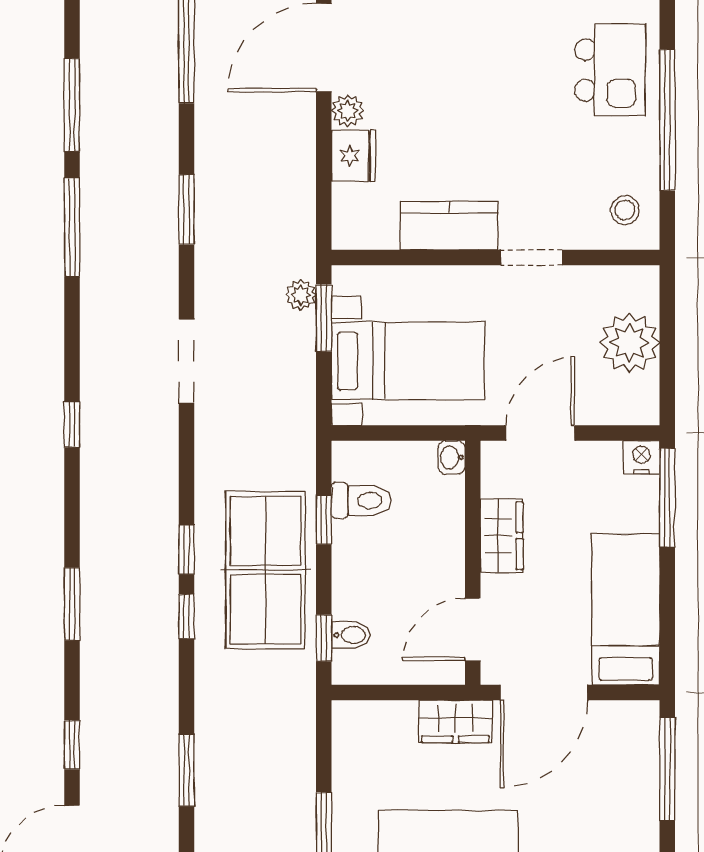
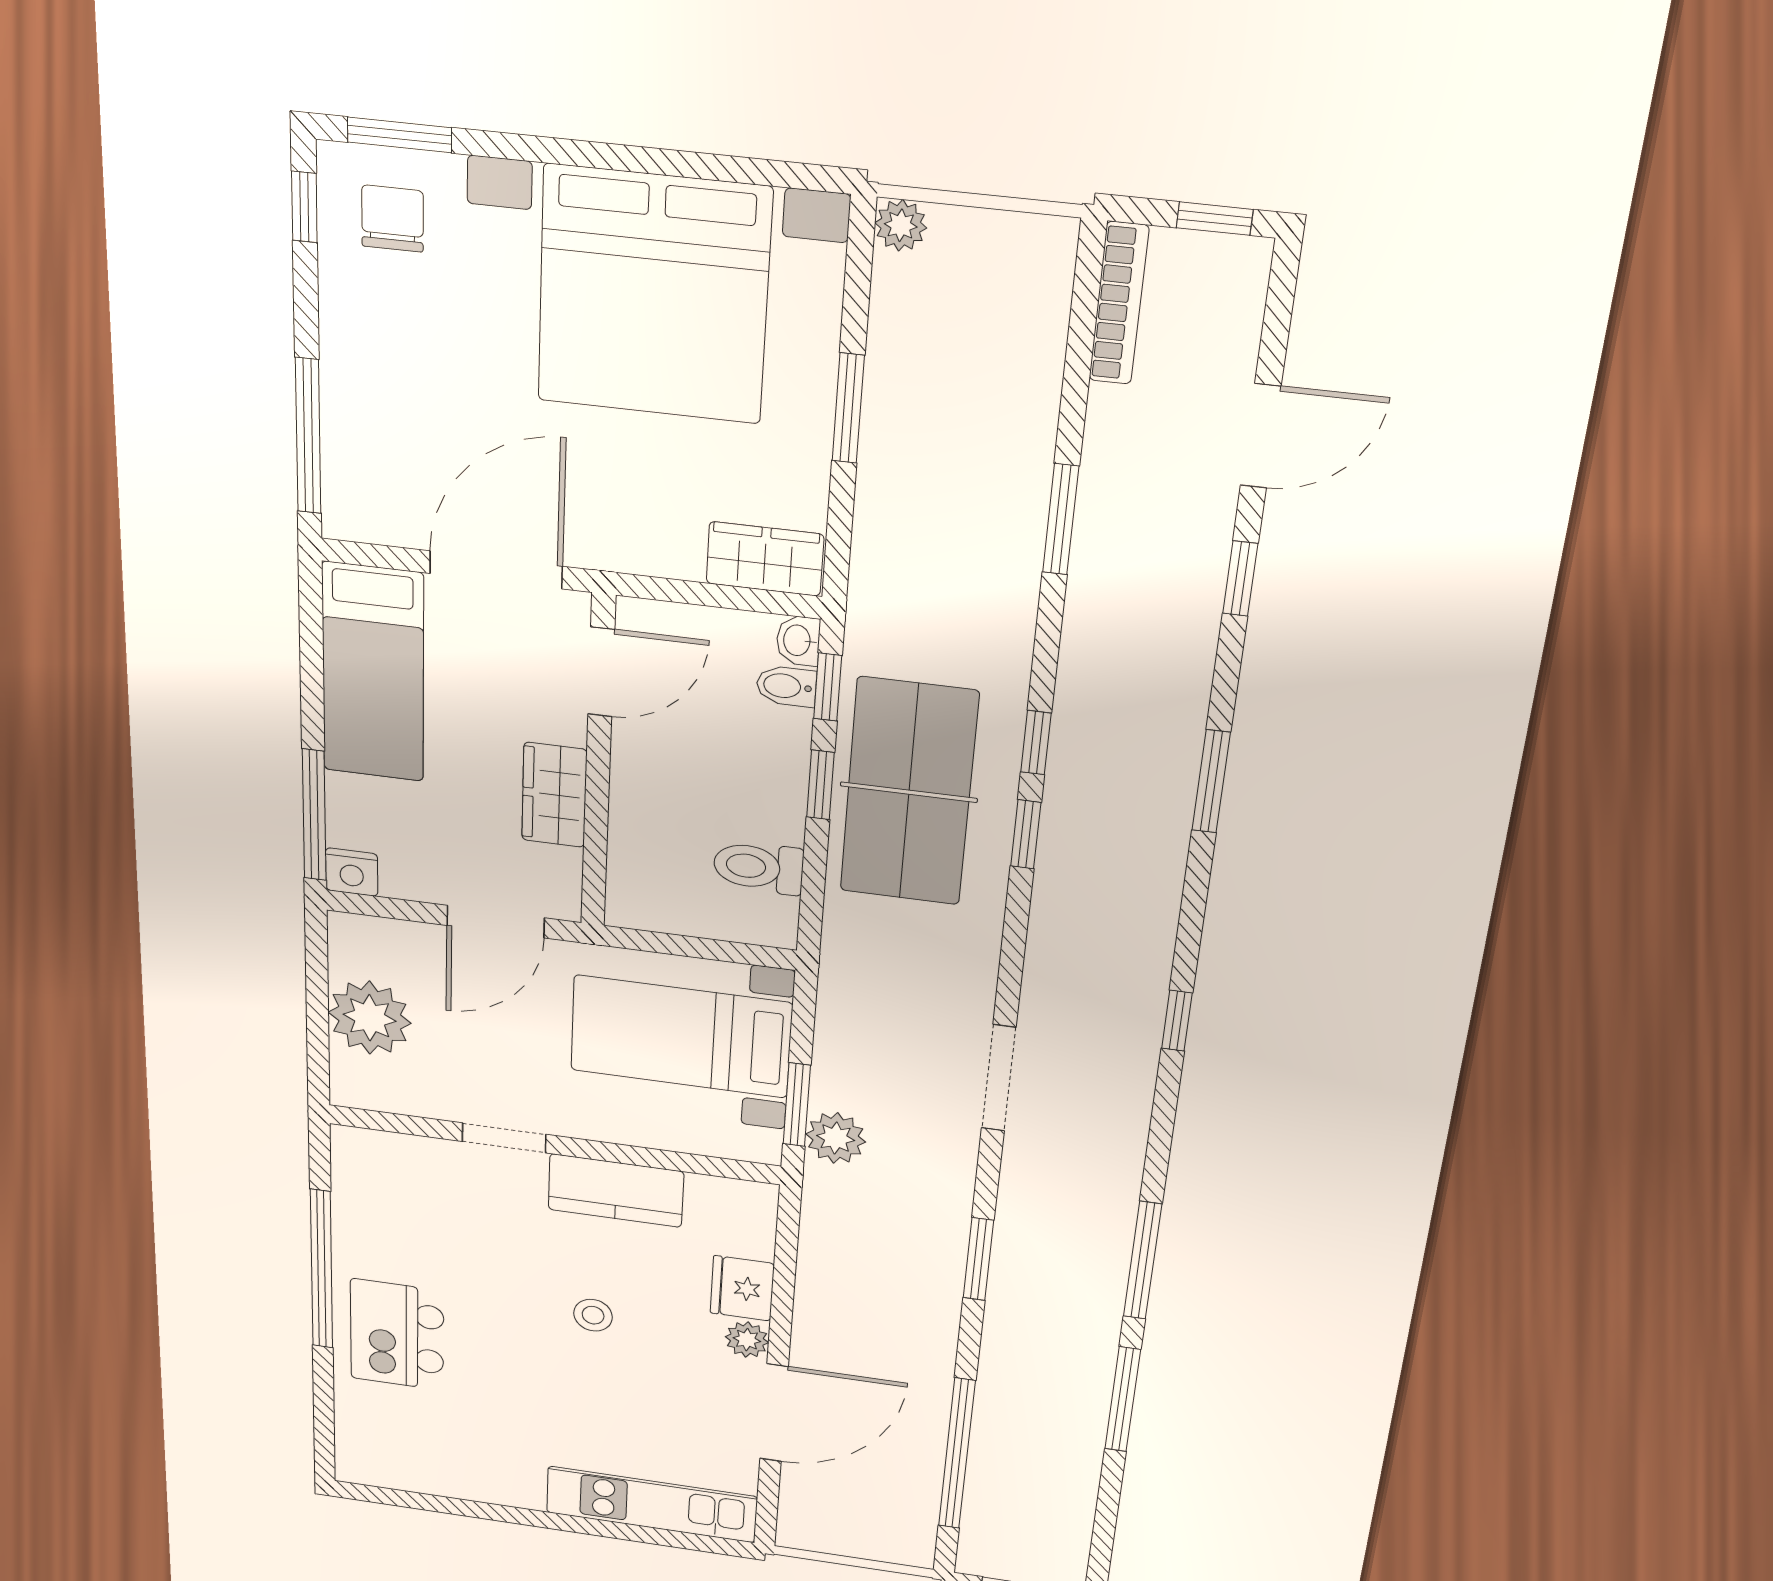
stool: (625, 210) -> (593, 1315), moved
plant: (301, 295) -> (836, 1138), width x1.38, depth x1.38
washbasin: (451, 457) -> (798, 640), moved, turned 180
window: (324, 520) -> (820, 785), moved
wardrobe: (455, 721) -> (765, 559), moved

